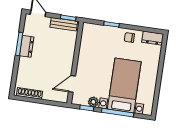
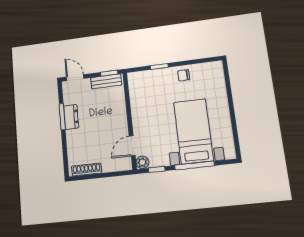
dresser: (153, 38) -> (211, 68), removed
plant: (93, 102) -> (142, 162), moved

